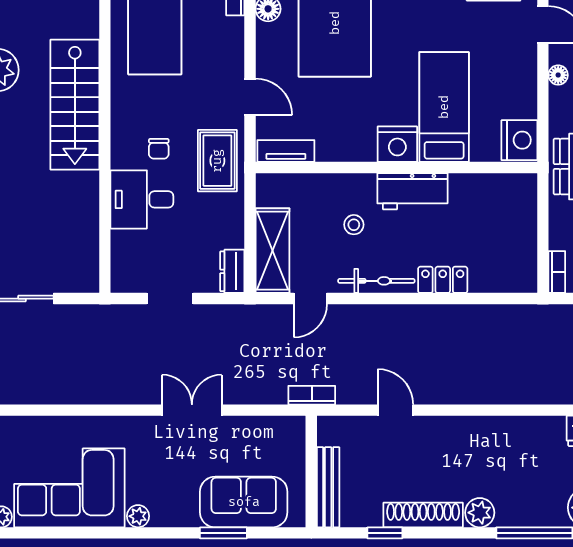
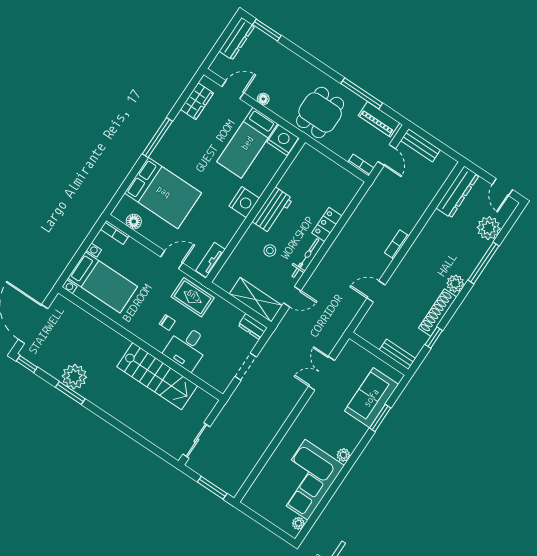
stairs: (75, 105) -> (157, 376), moved
bed: (444, 107) -> (247, 143), moved, turned -90
door: (310, 299) -> (292, 297), hinge flipped
bookcase: (312, 395) -> (397, 244), moved
double door: (192, 410) -> (322, 373), moved
bench: (328, 487) -> (398, 354), width x0.73

